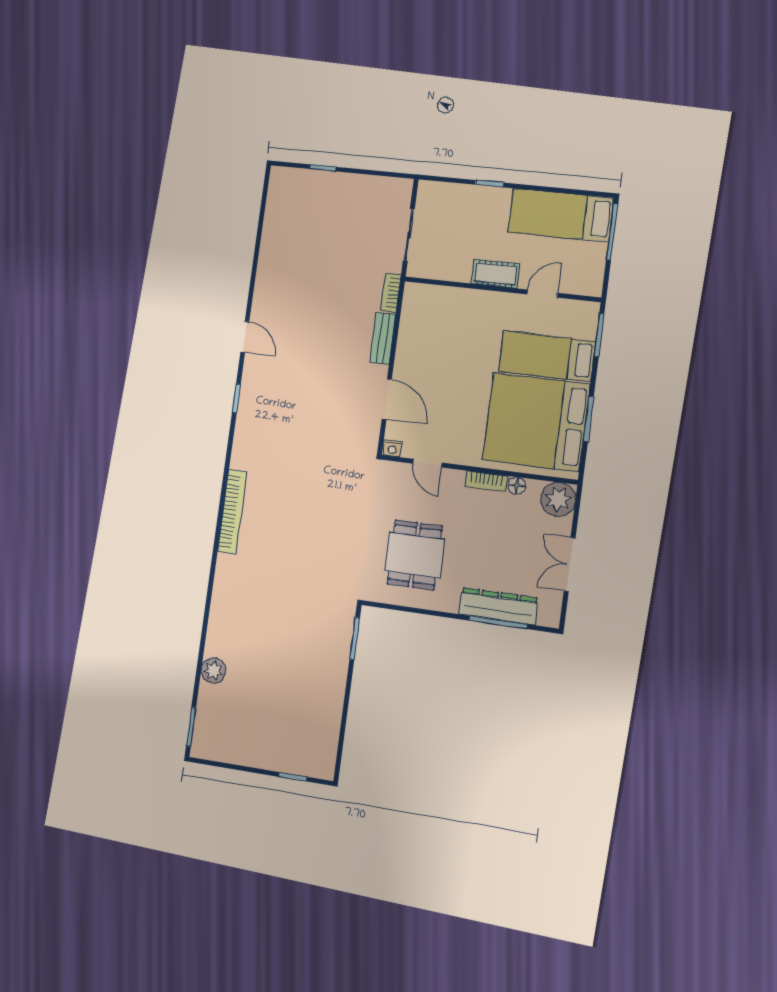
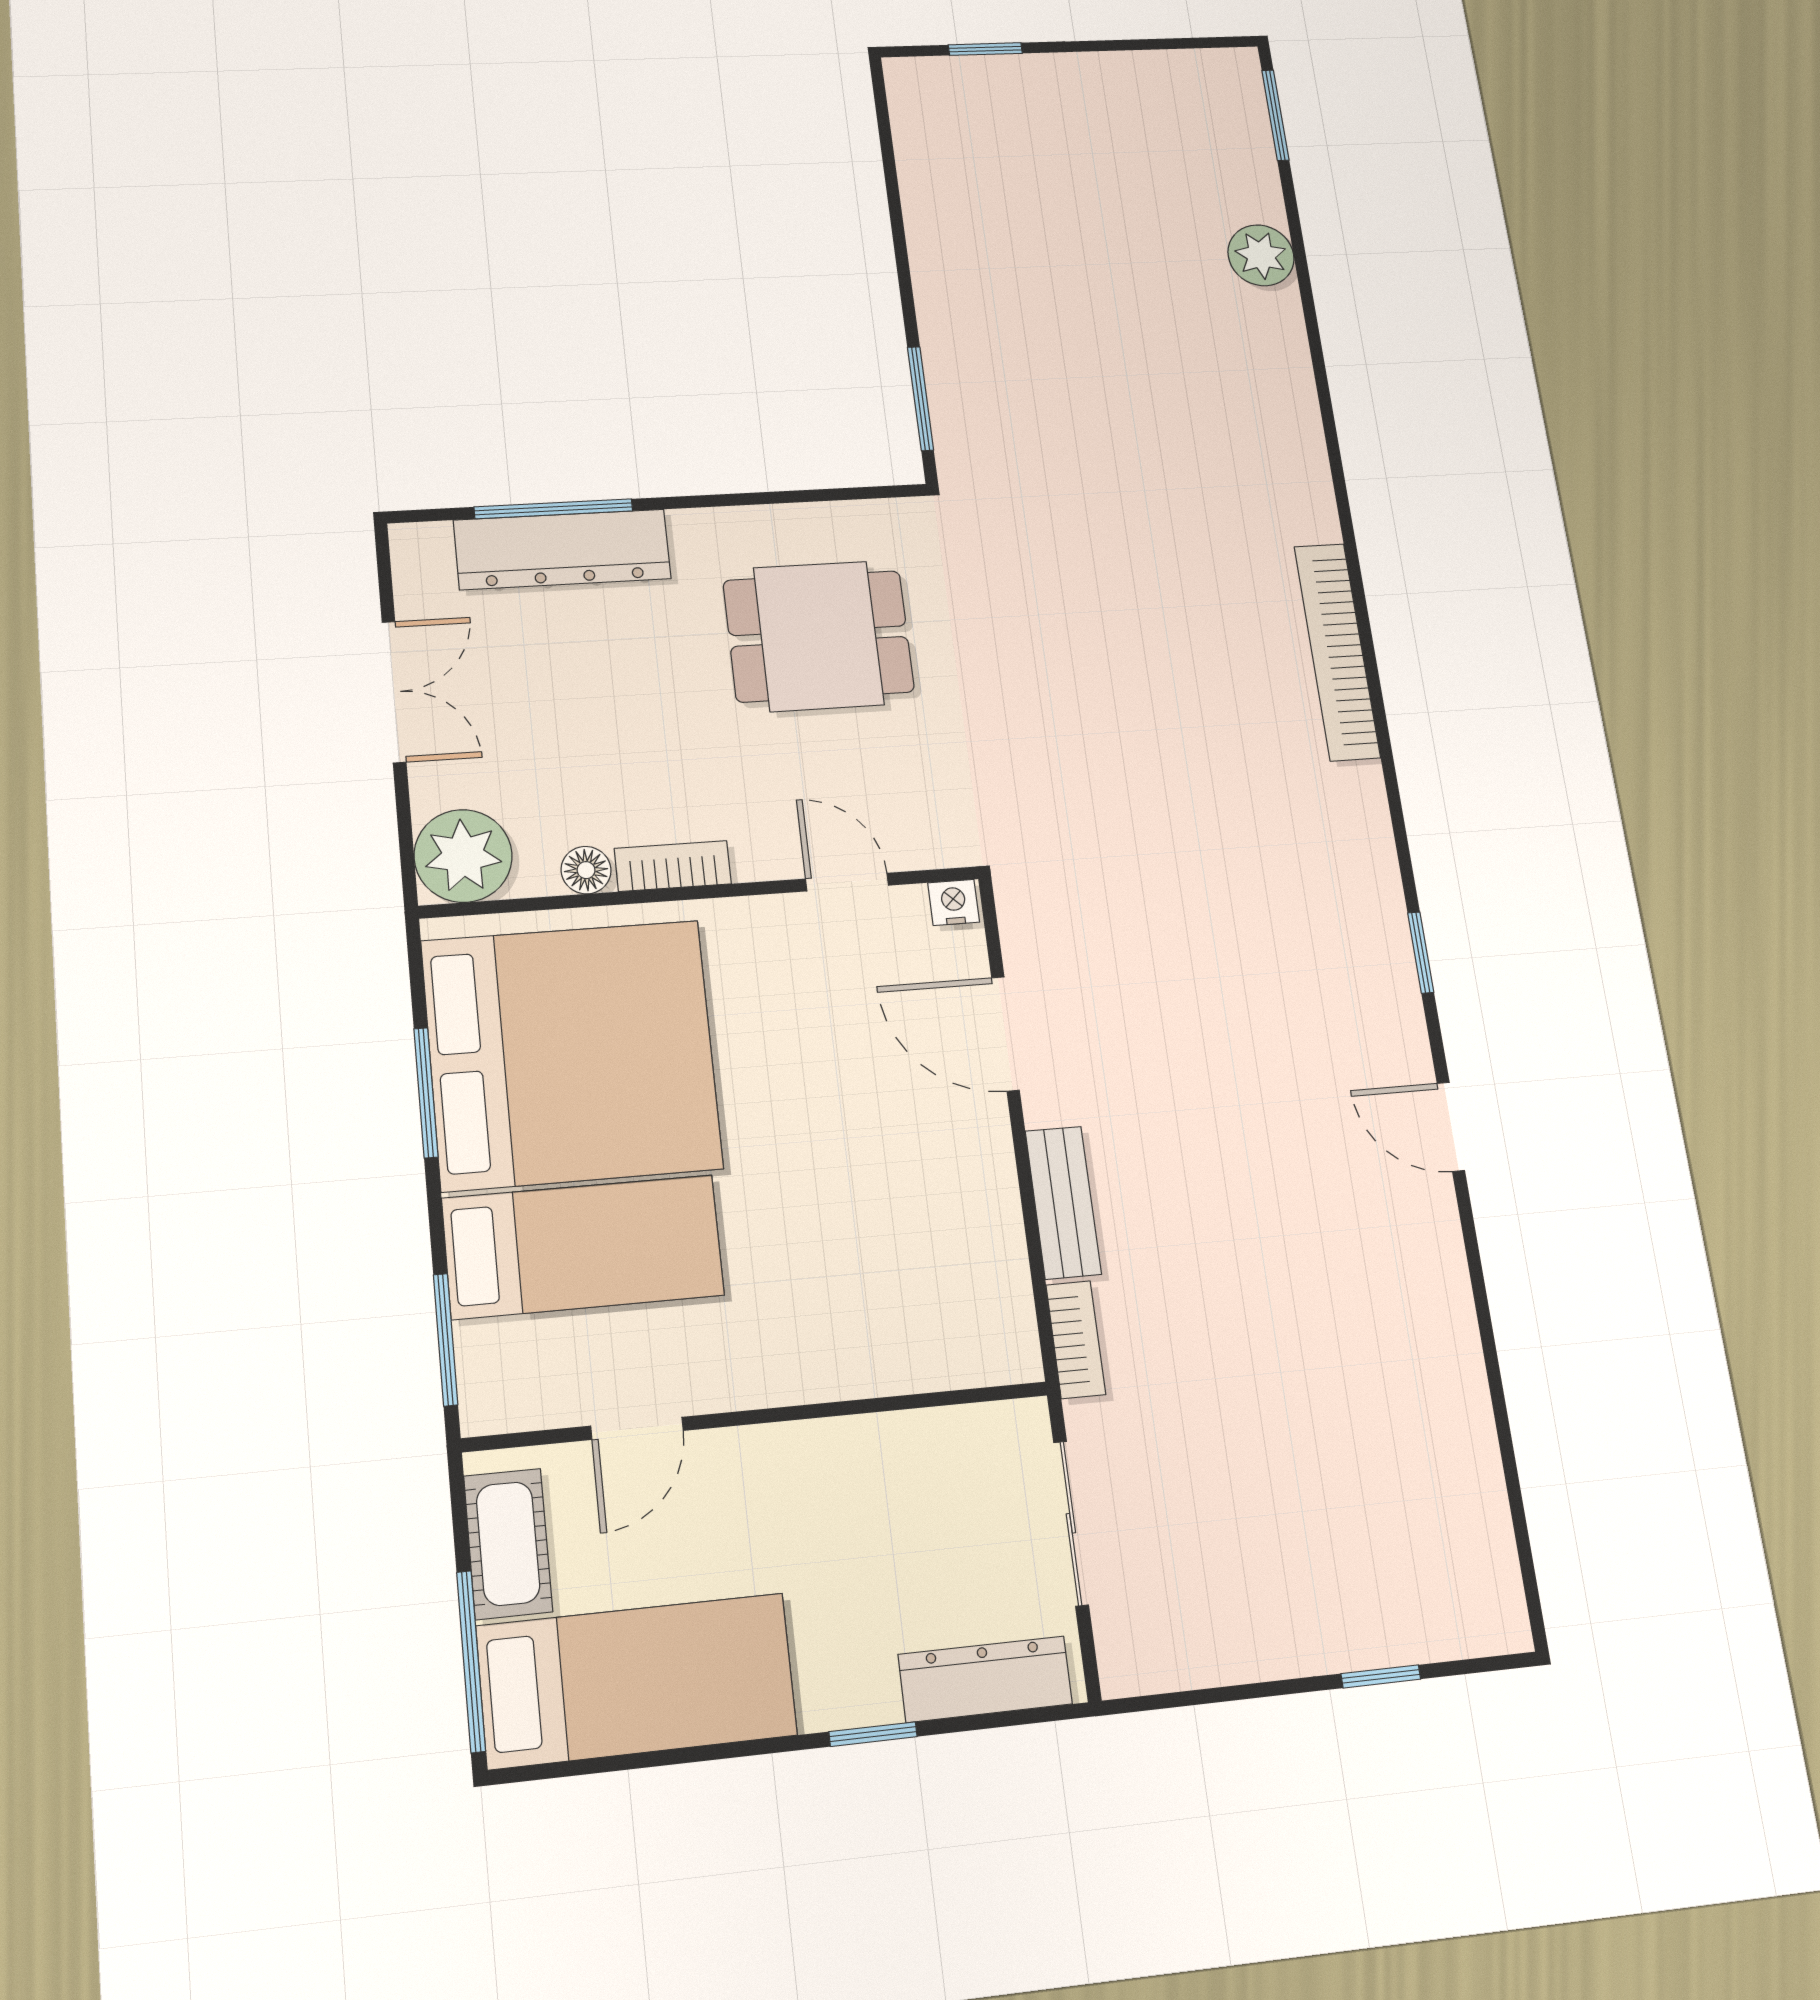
dresser: (449, 193) -> (985, 1679), added
cot: (495, 274) -> (508, 1544), moved, turned 90
dining table: (415, 555) -> (819, 636), turned 90

